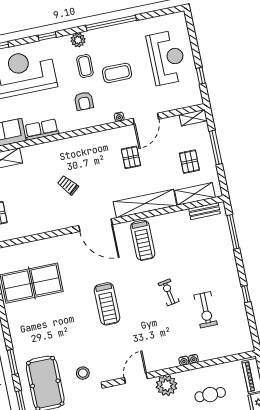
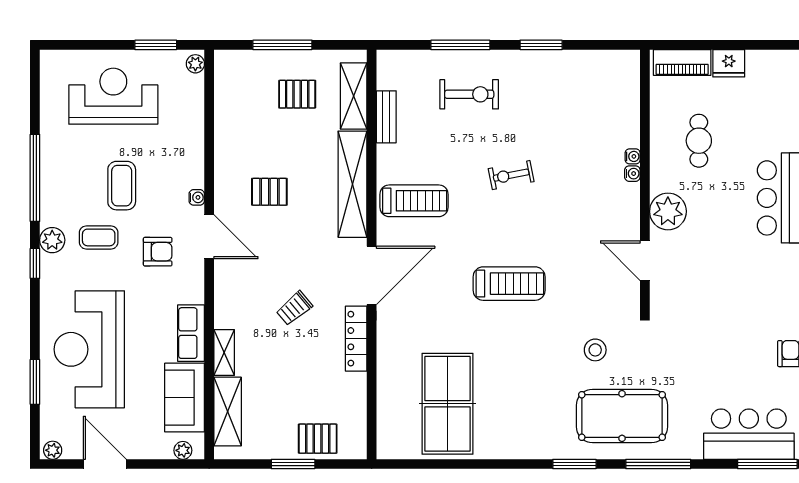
window: (47, 36) -> (35, 263), moved
window: (201, 76) -> (156, 45), width x1.50
plant: (195, 100) -> (195, 64), added
shelving: (193, 118) -> (224, 353), moved
door: (146, 119) -> (209, 237), moved
bench: (205, 211) -> (386, 117), moved
locker: (58, 224) -> (356, 339), added
window: (233, 232) -> (460, 45), moved
window: (246, 294) -> (541, 45), width x1.50
exercise bike: (206, 310) -> (469, 94), moved
stool: (83, 373) -> (595, 350), moved

